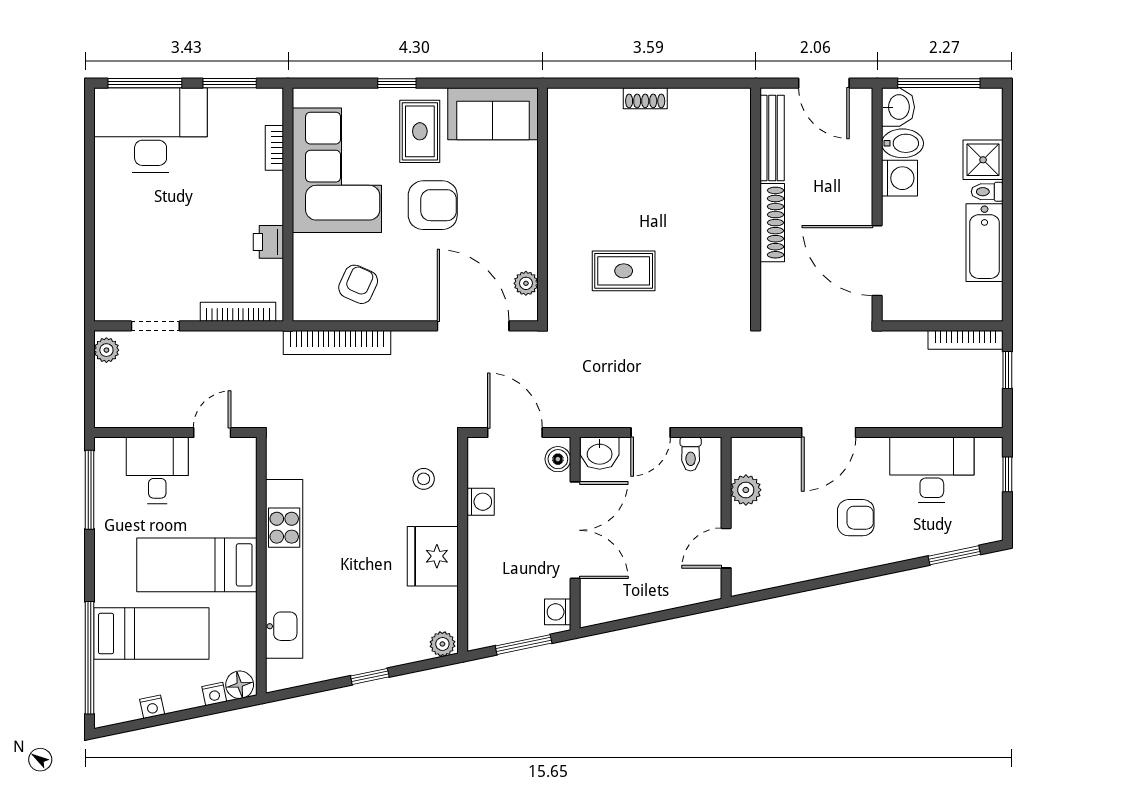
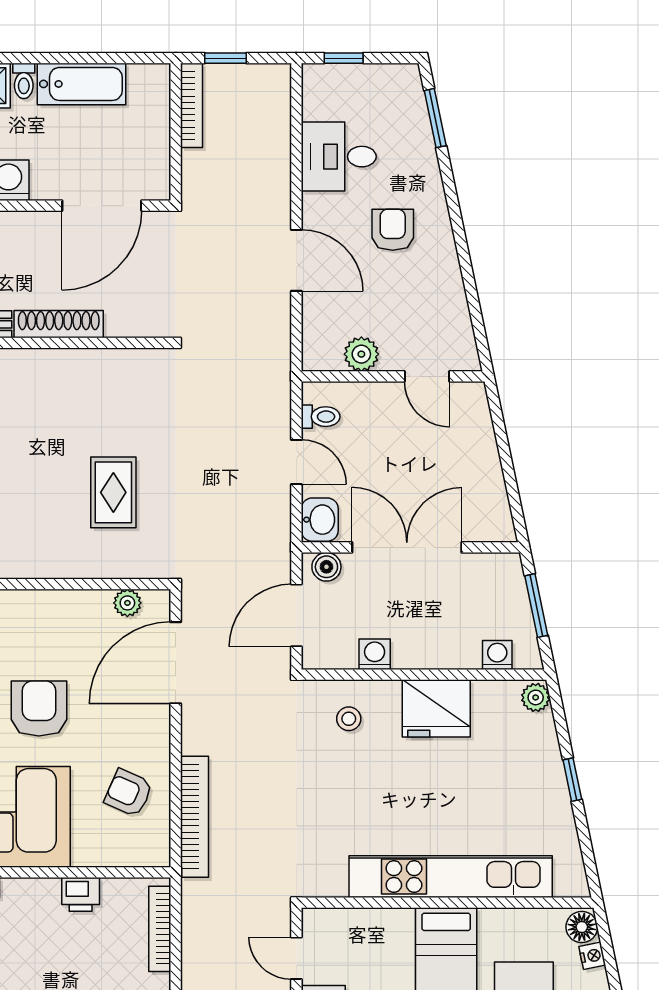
desk: (932, 470) -> (339, 157), width x0.73
washing machine: (558, 612) -> (497, 655), moved, turned 180

